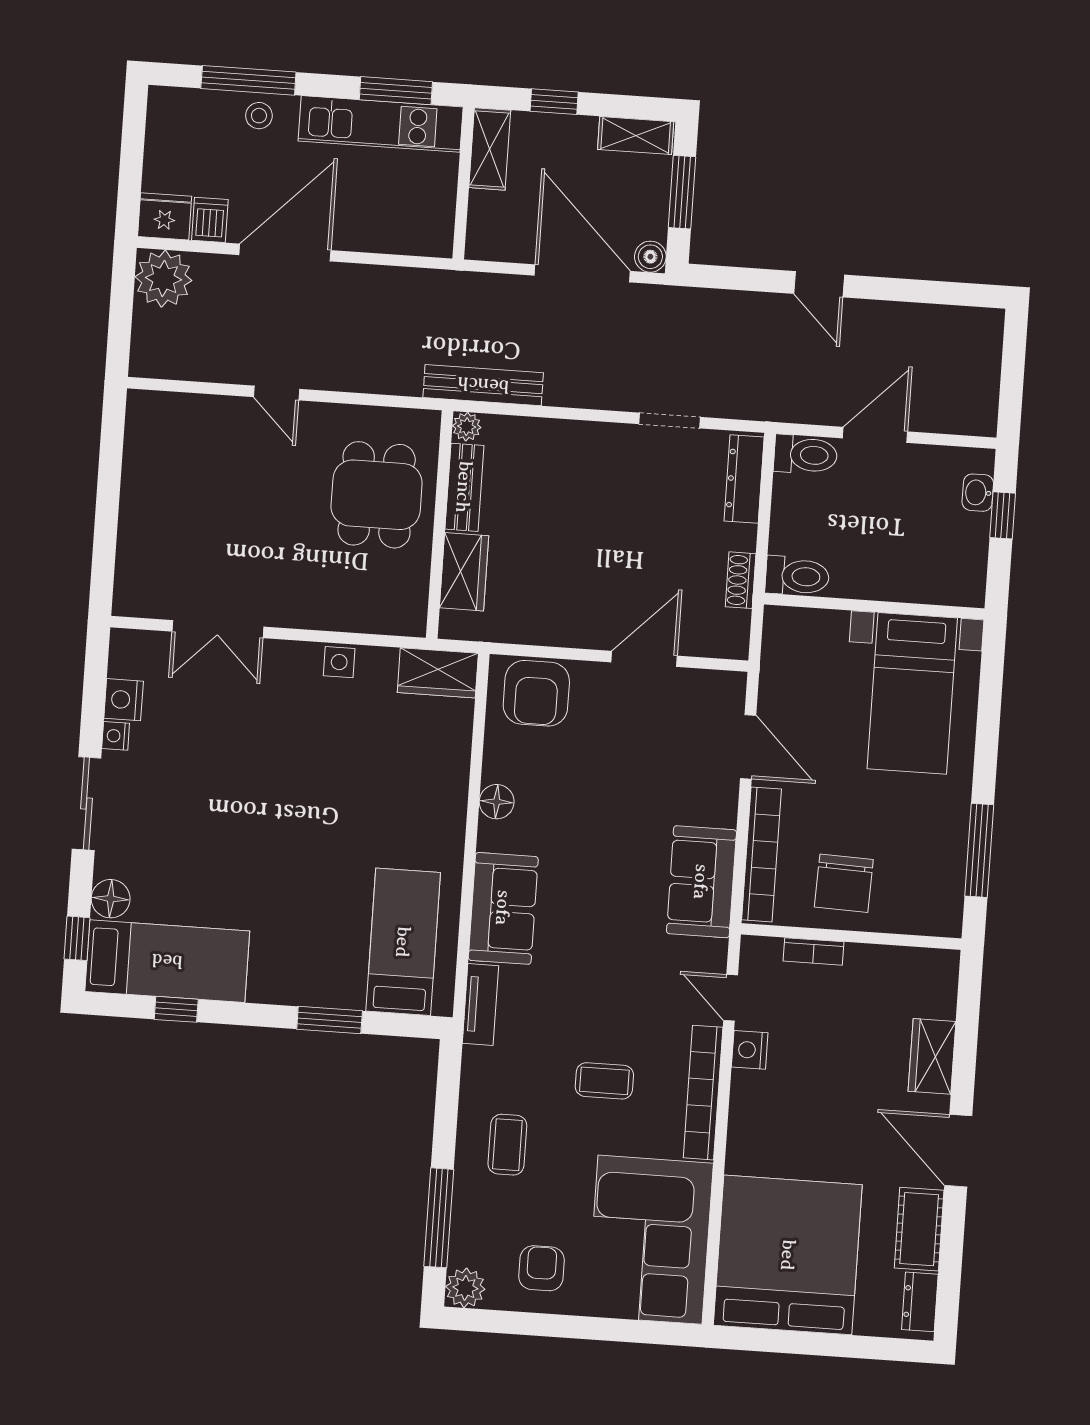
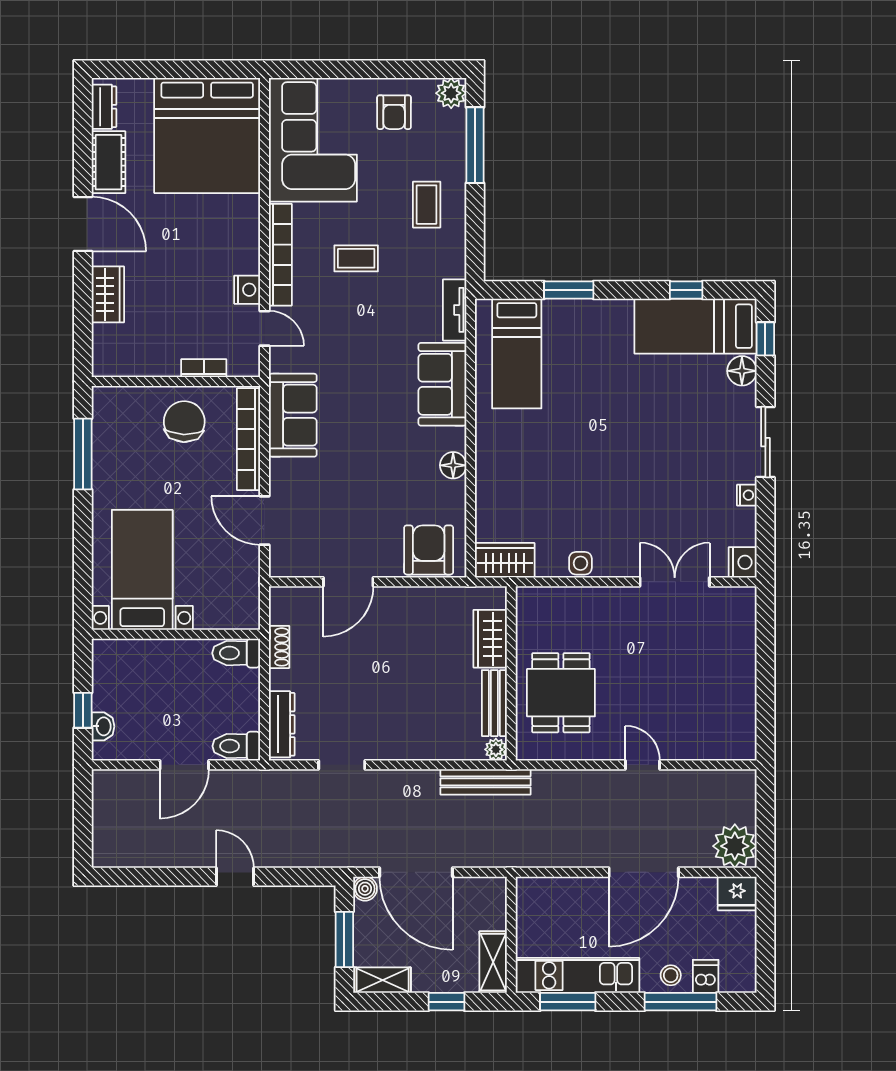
dishwasher: (210, 220) -> (706, 976), moved, turned 180
nightstand: (124, 700) -> (743, 562), moved

